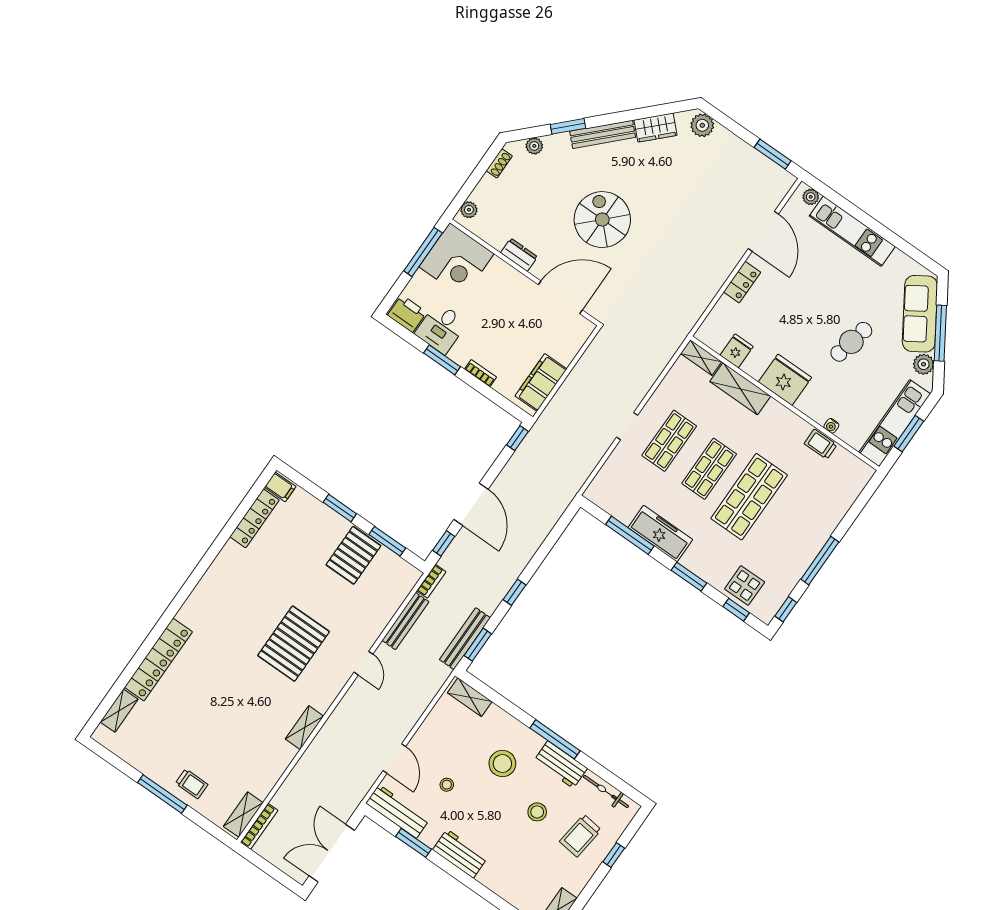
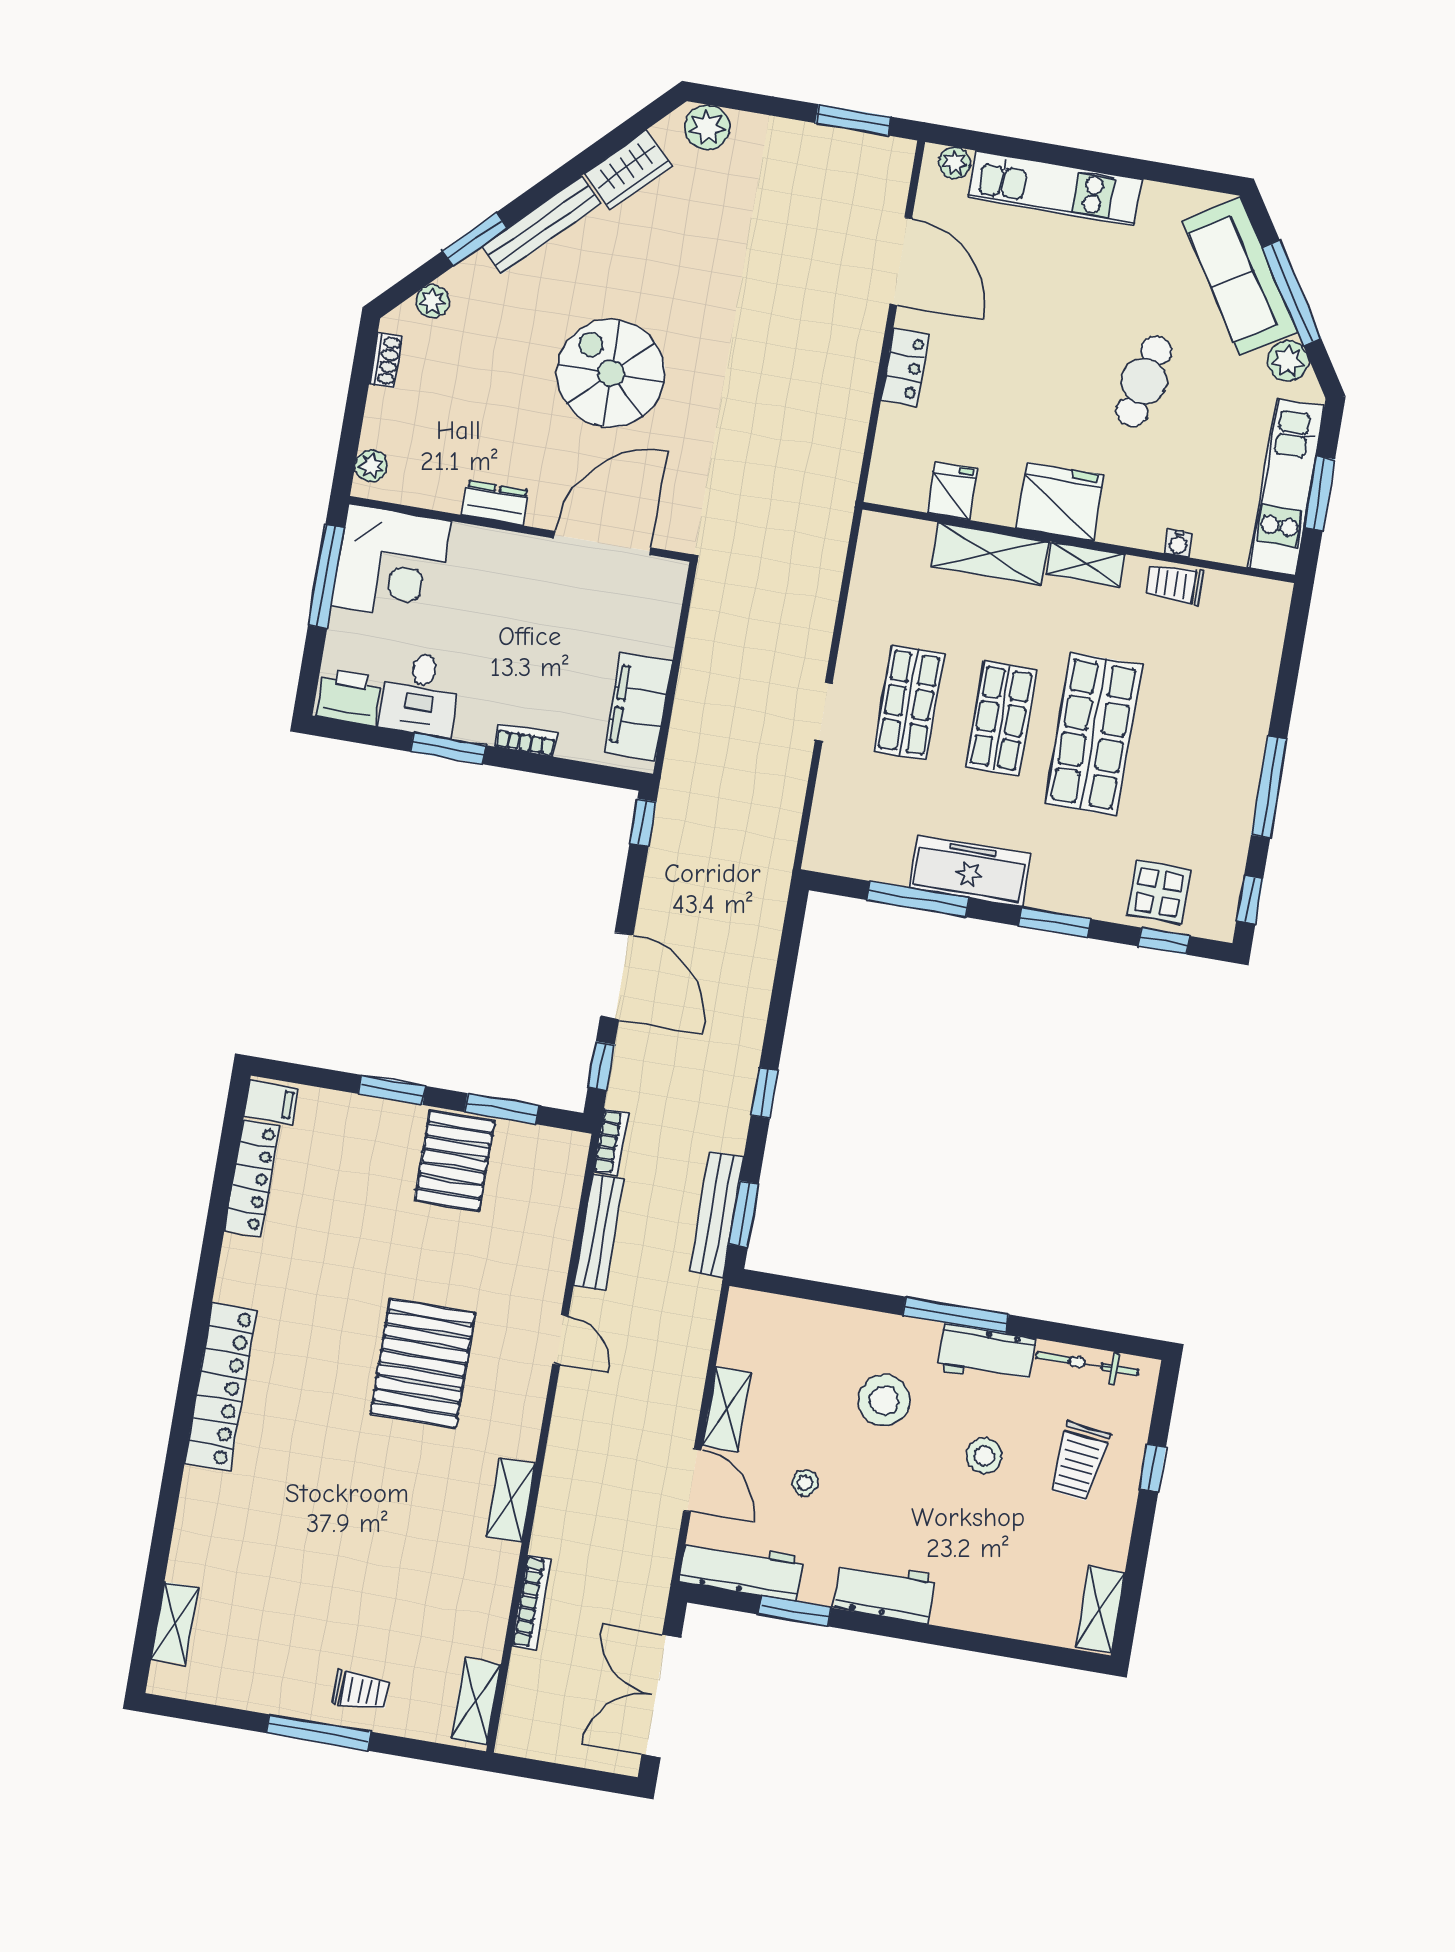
shelving: (701, 358) -> (1085, 564), moved
locker: (158, 660) -> (221, 1387), moved
shelving: (470, 697) -> (727, 1409), moved, turned 90
bookcase: (259, 826) -> (531, 1602), moved

